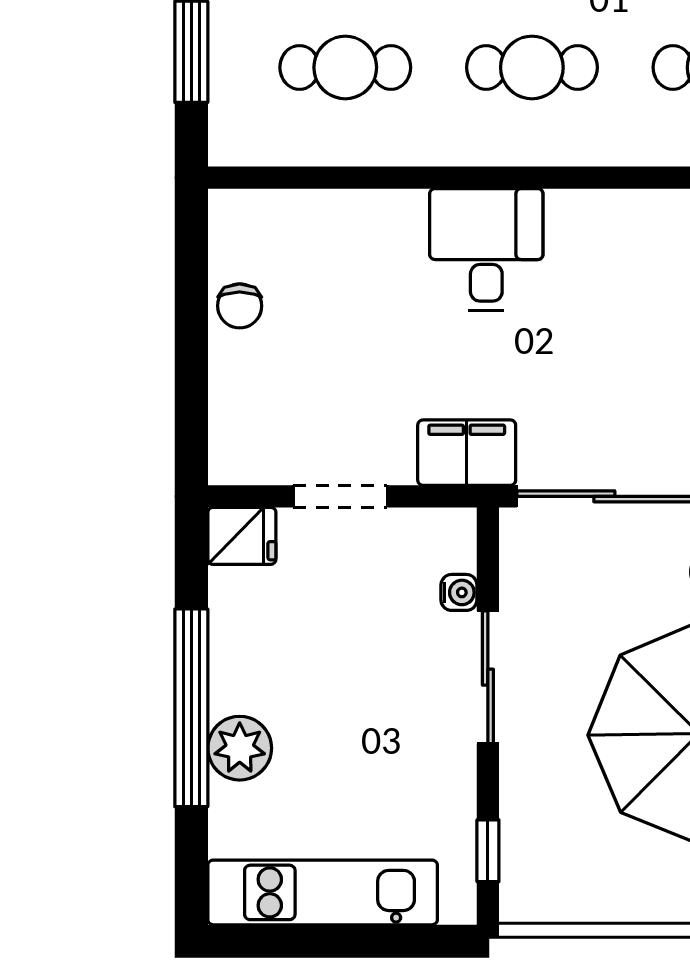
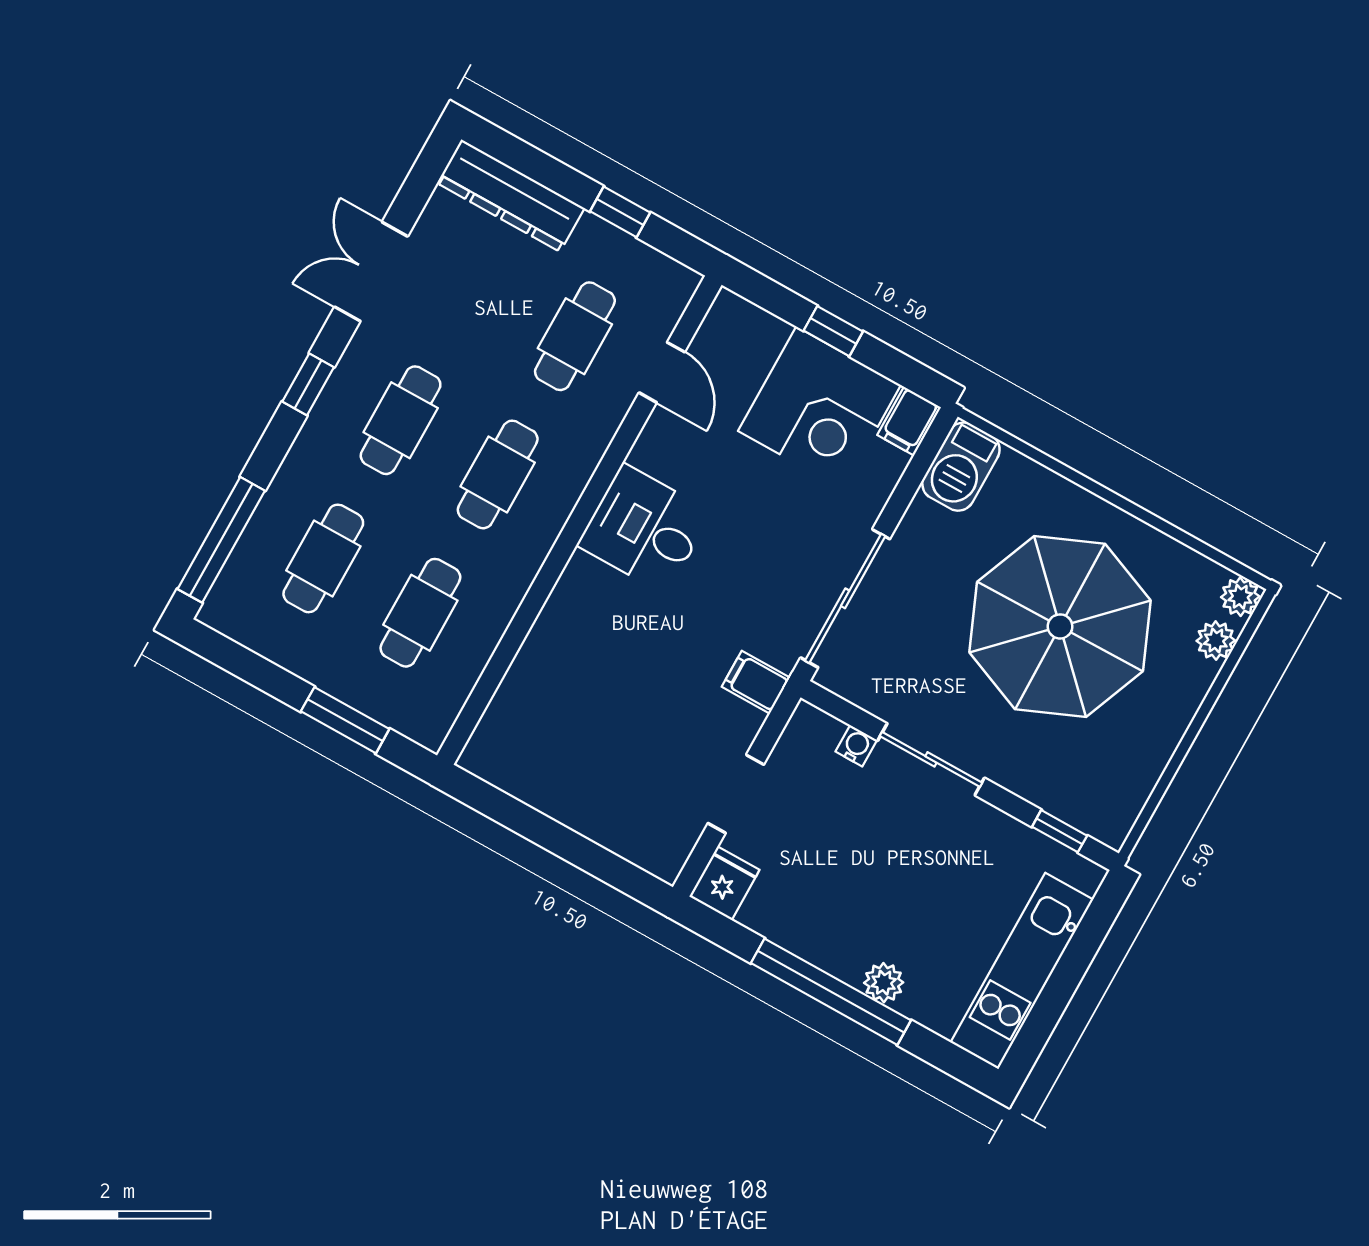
desk: (486, 250) -> (644, 529), moved
chair: (240, 306) -> (553, 790), removed
filing cabinet: (467, 453) -> (756, 682), width x0.50
plant: (240, 748) -> (884, 983), width x0.73, depth x0.73

